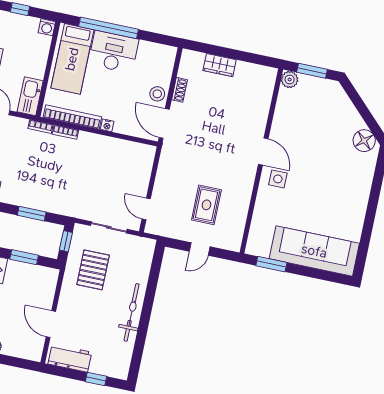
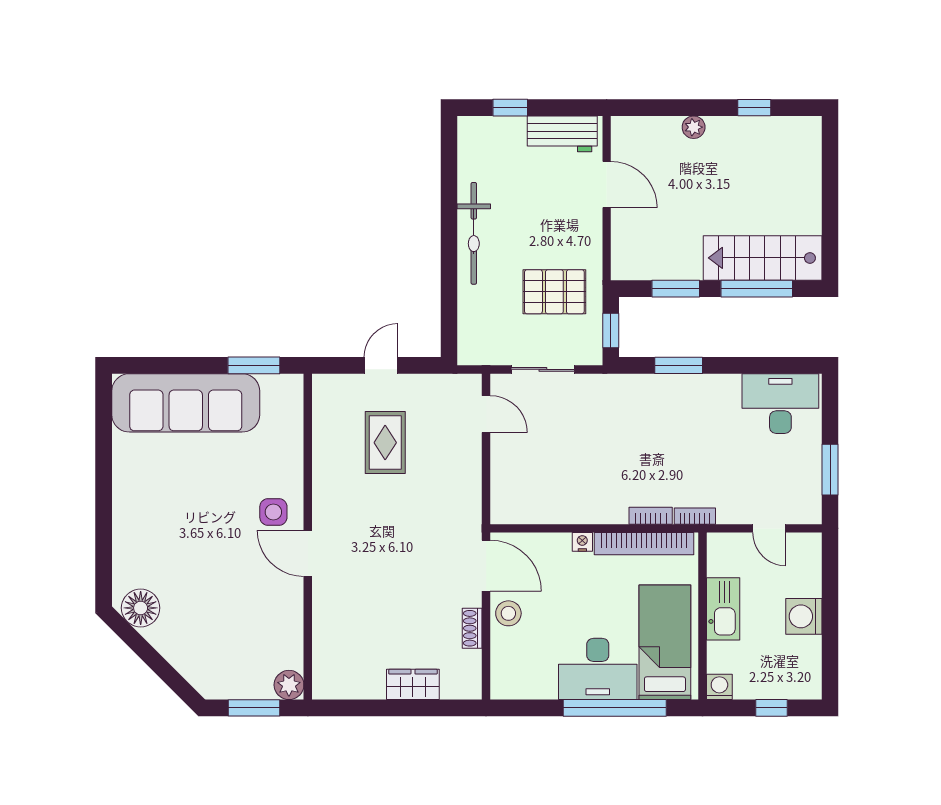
kitchen sink: (30, 96) -> (723, 609), moved
pallet: (93, 270) -> (554, 292), turned 90

